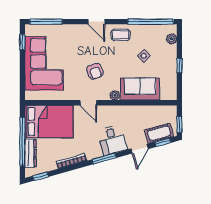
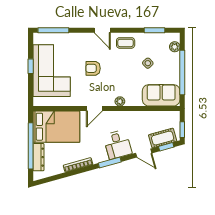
window: (151, 22) -> (154, 30), width x0.47
window: (22, 42) -> (31, 66), moved
window: (179, 65) -> (182, 73), width x3.17
armchair: (95, 71) -> (93, 68), moved, turned 112
sofa: (140, 89) -> (161, 95), moved
door: (88, 103) -> (94, 109), hinge flipped
door: (140, 149) -> (144, 153), hinge flipped
window: (40, 176) -> (48, 180), removed

